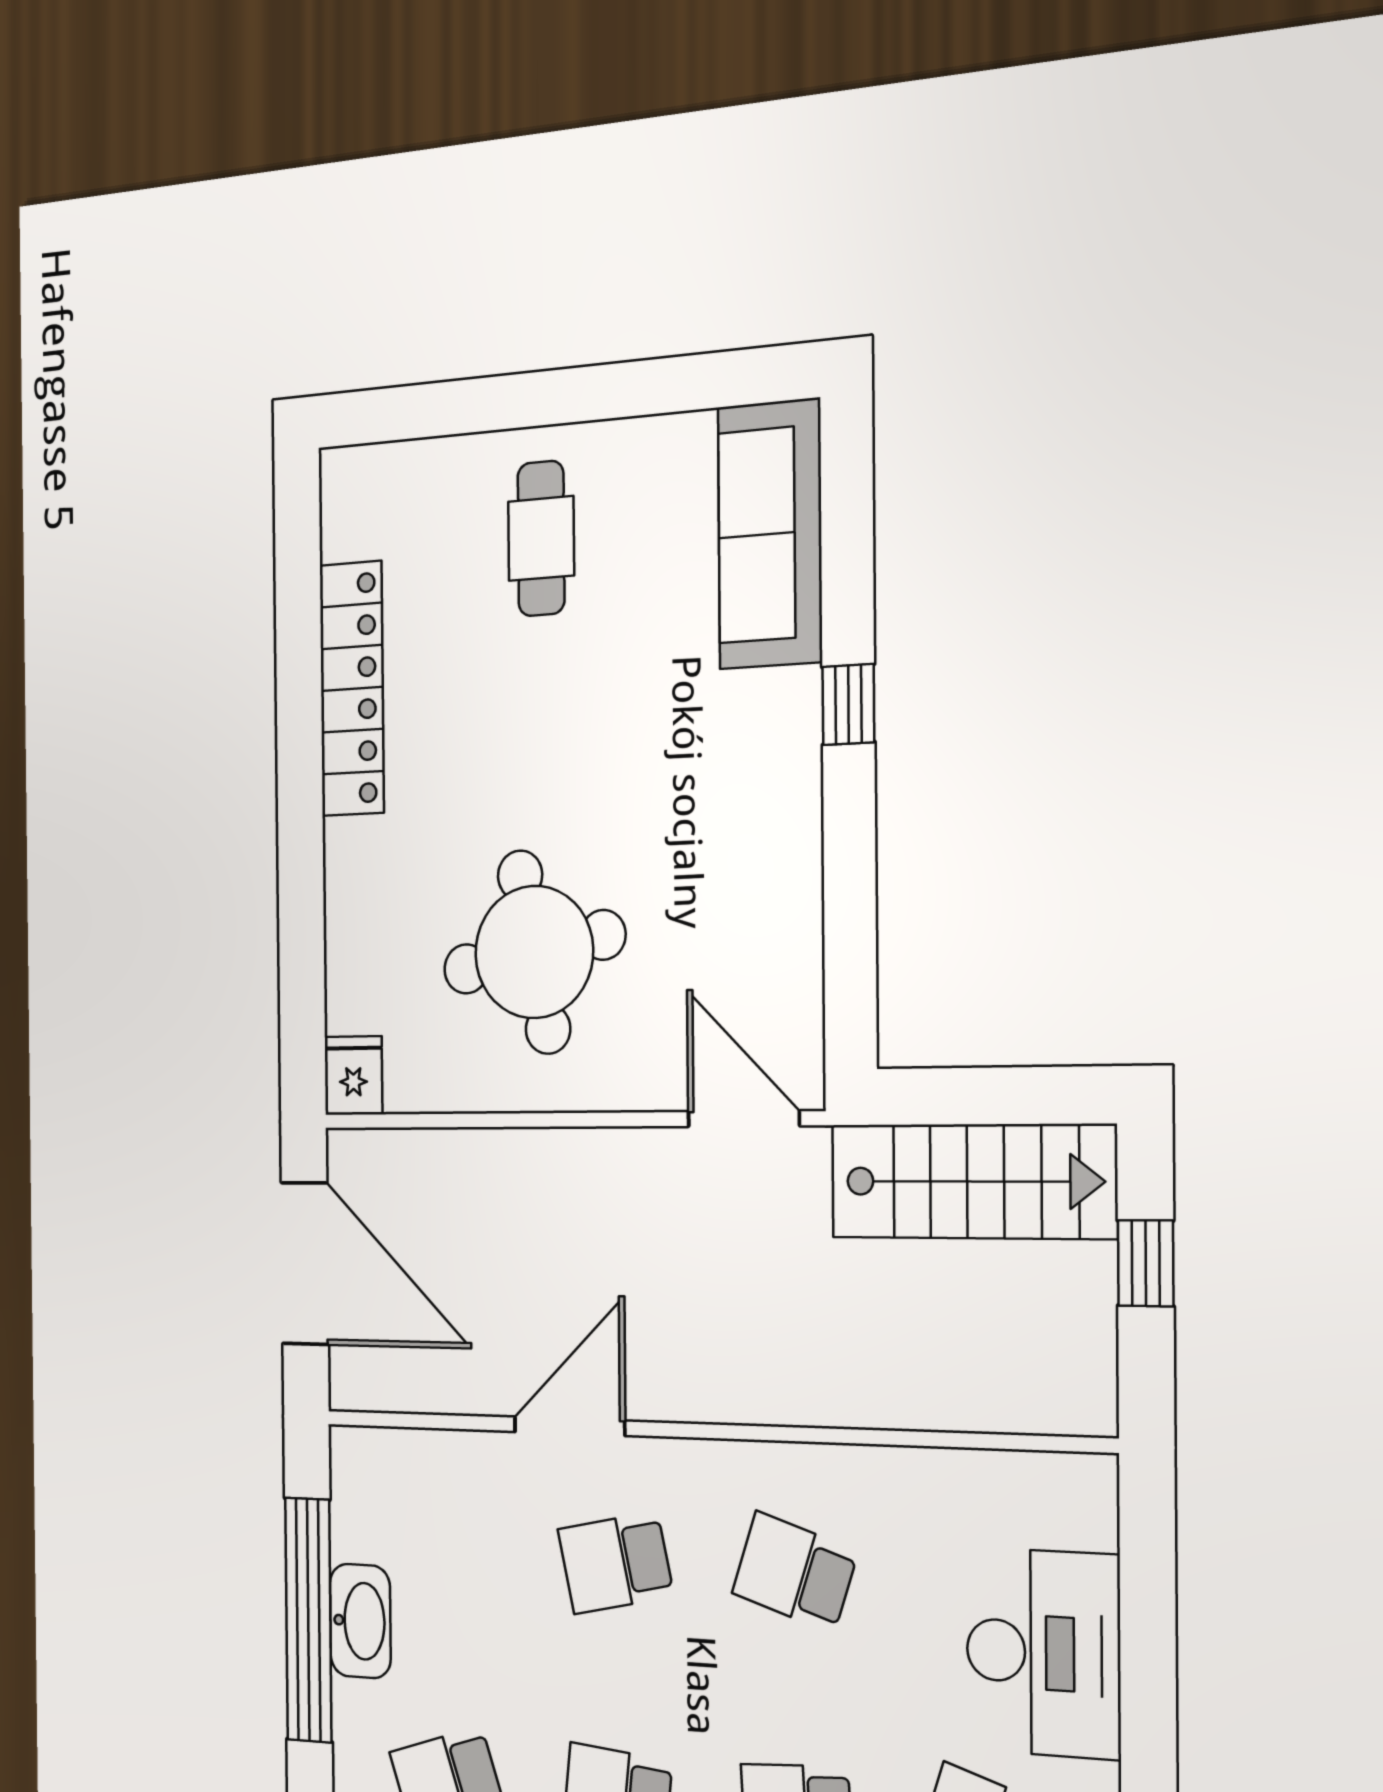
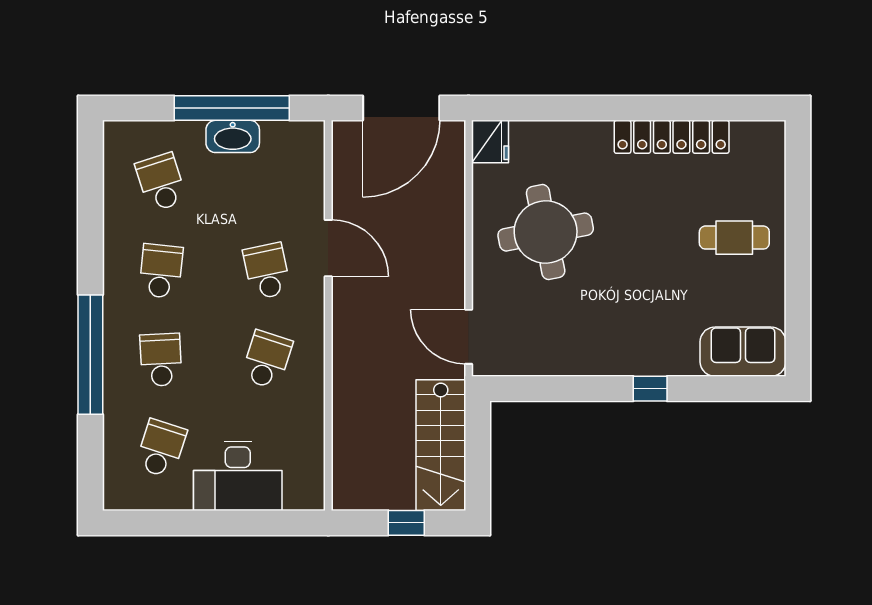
sofa: (770, 534) -> (743, 352), width x0.73
fridge: (353, 1075) -> (490, 142), width x1.38
door: (744, 1119) -> (469, 337), swing flipped

